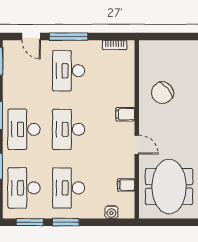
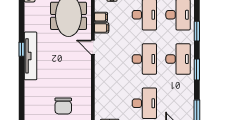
chair: (162, 93) -> (63, 106), moved, turned 131
filing cabinet: (125, 114) -> (102, 28), moved

